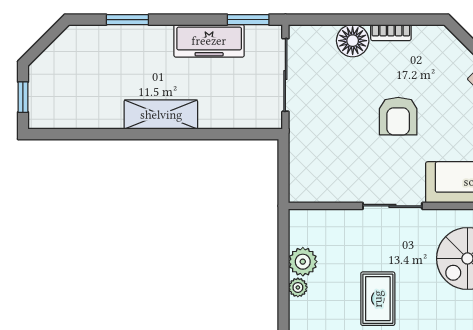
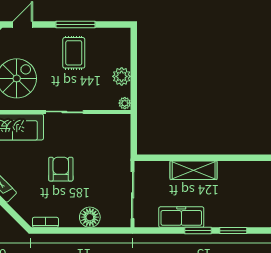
window: (248, 20) -> (198, 231), moved
bookcase: (391, 33) -> (45, 222), moved
shelving: (161, 115) -> (194, 170), moved
plant: (298, 287) -> (125, 103), moved

